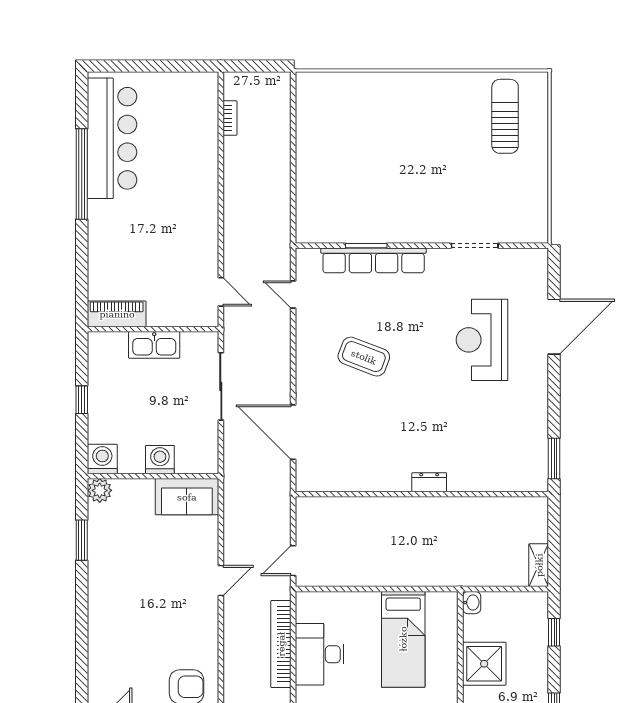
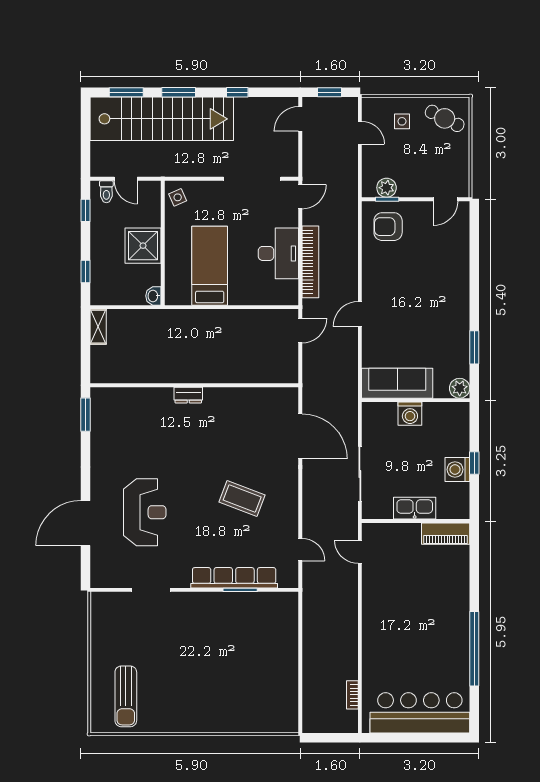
bar counter: (112, 138) -> (420, 713), moved, turned 90
washing machine: (102, 459) -> (457, 470), moved, turned 90
sofa: (187, 497) -> (397, 383), width x1.36

